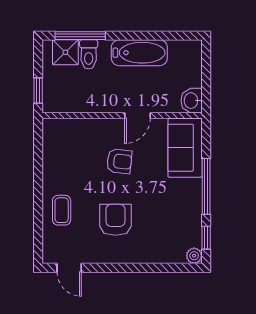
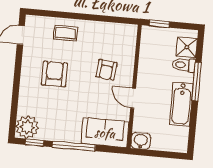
window: (80, 36) -> (197, 82), moved
armchair: (119, 161) -> (107, 70), moved
armchair: (115, 220) -> (54, 74), turned -90
plant: (194, 256) -> (27, 127), width x1.88, depth x1.88

